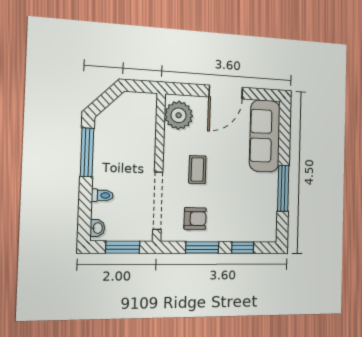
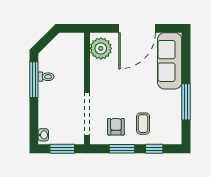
door: (226, 92) -> (137, 28), width x1.36
coffee table: (197, 170) -> (143, 124), moved
toilet: (102, 195) -> (46, 77), moved
armchair: (195, 219) -> (116, 127), turned -90

